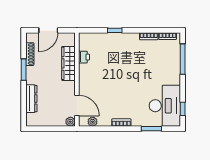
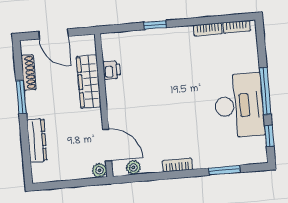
door: (48, 30) -> (53, 34), hinge flipped
window: (183, 59) -> (265, 91), moved
desk: (165, 106) -> (239, 105), moved

